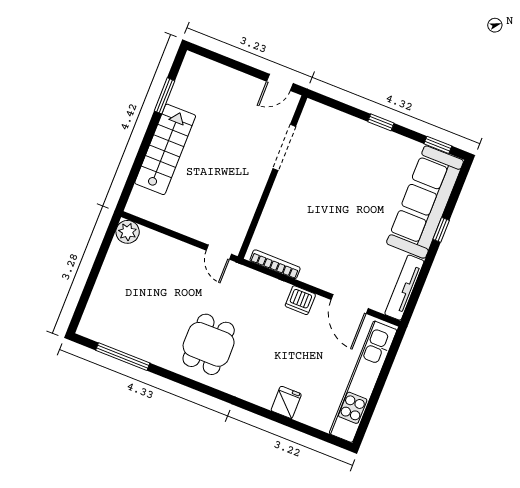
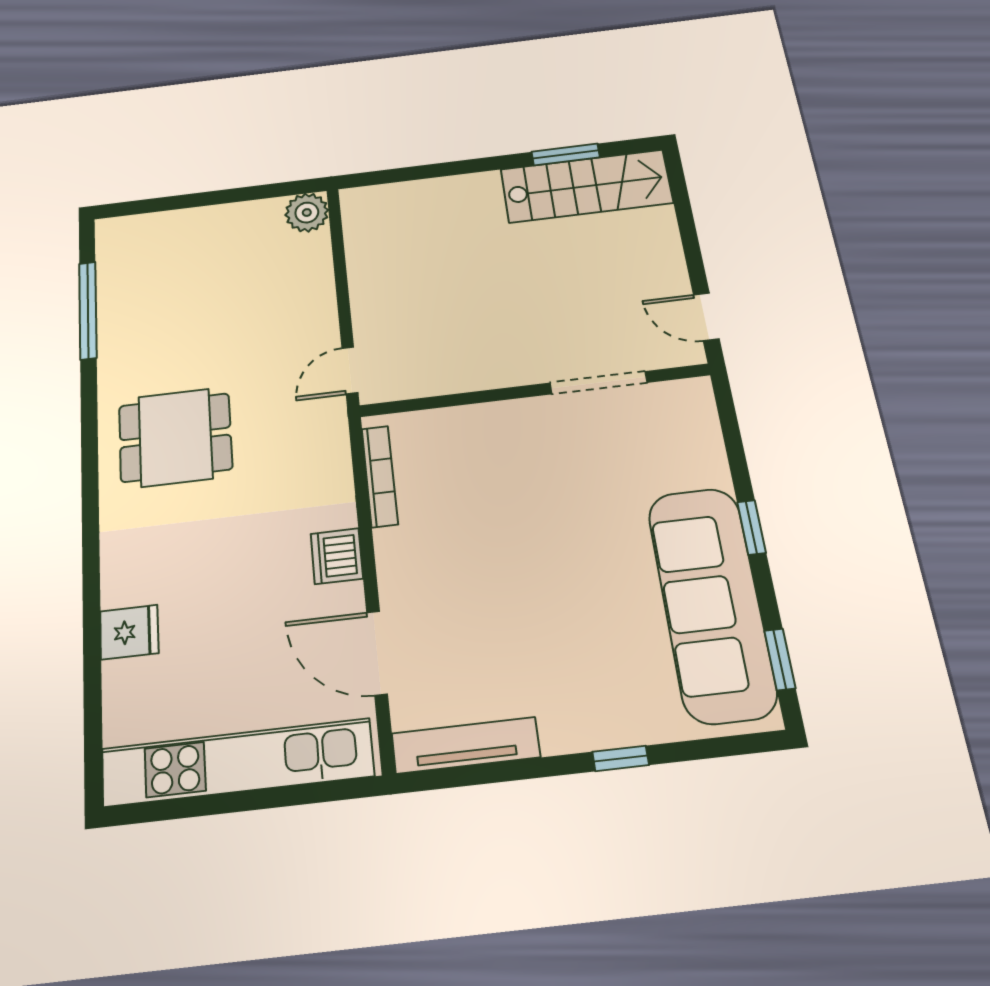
stairs: (165, 149) -> (586, 186), moved
sofa: (425, 202) -> (711, 603), moved, turned -90
door: (350, 304) -> (377, 653), hinge flipped

